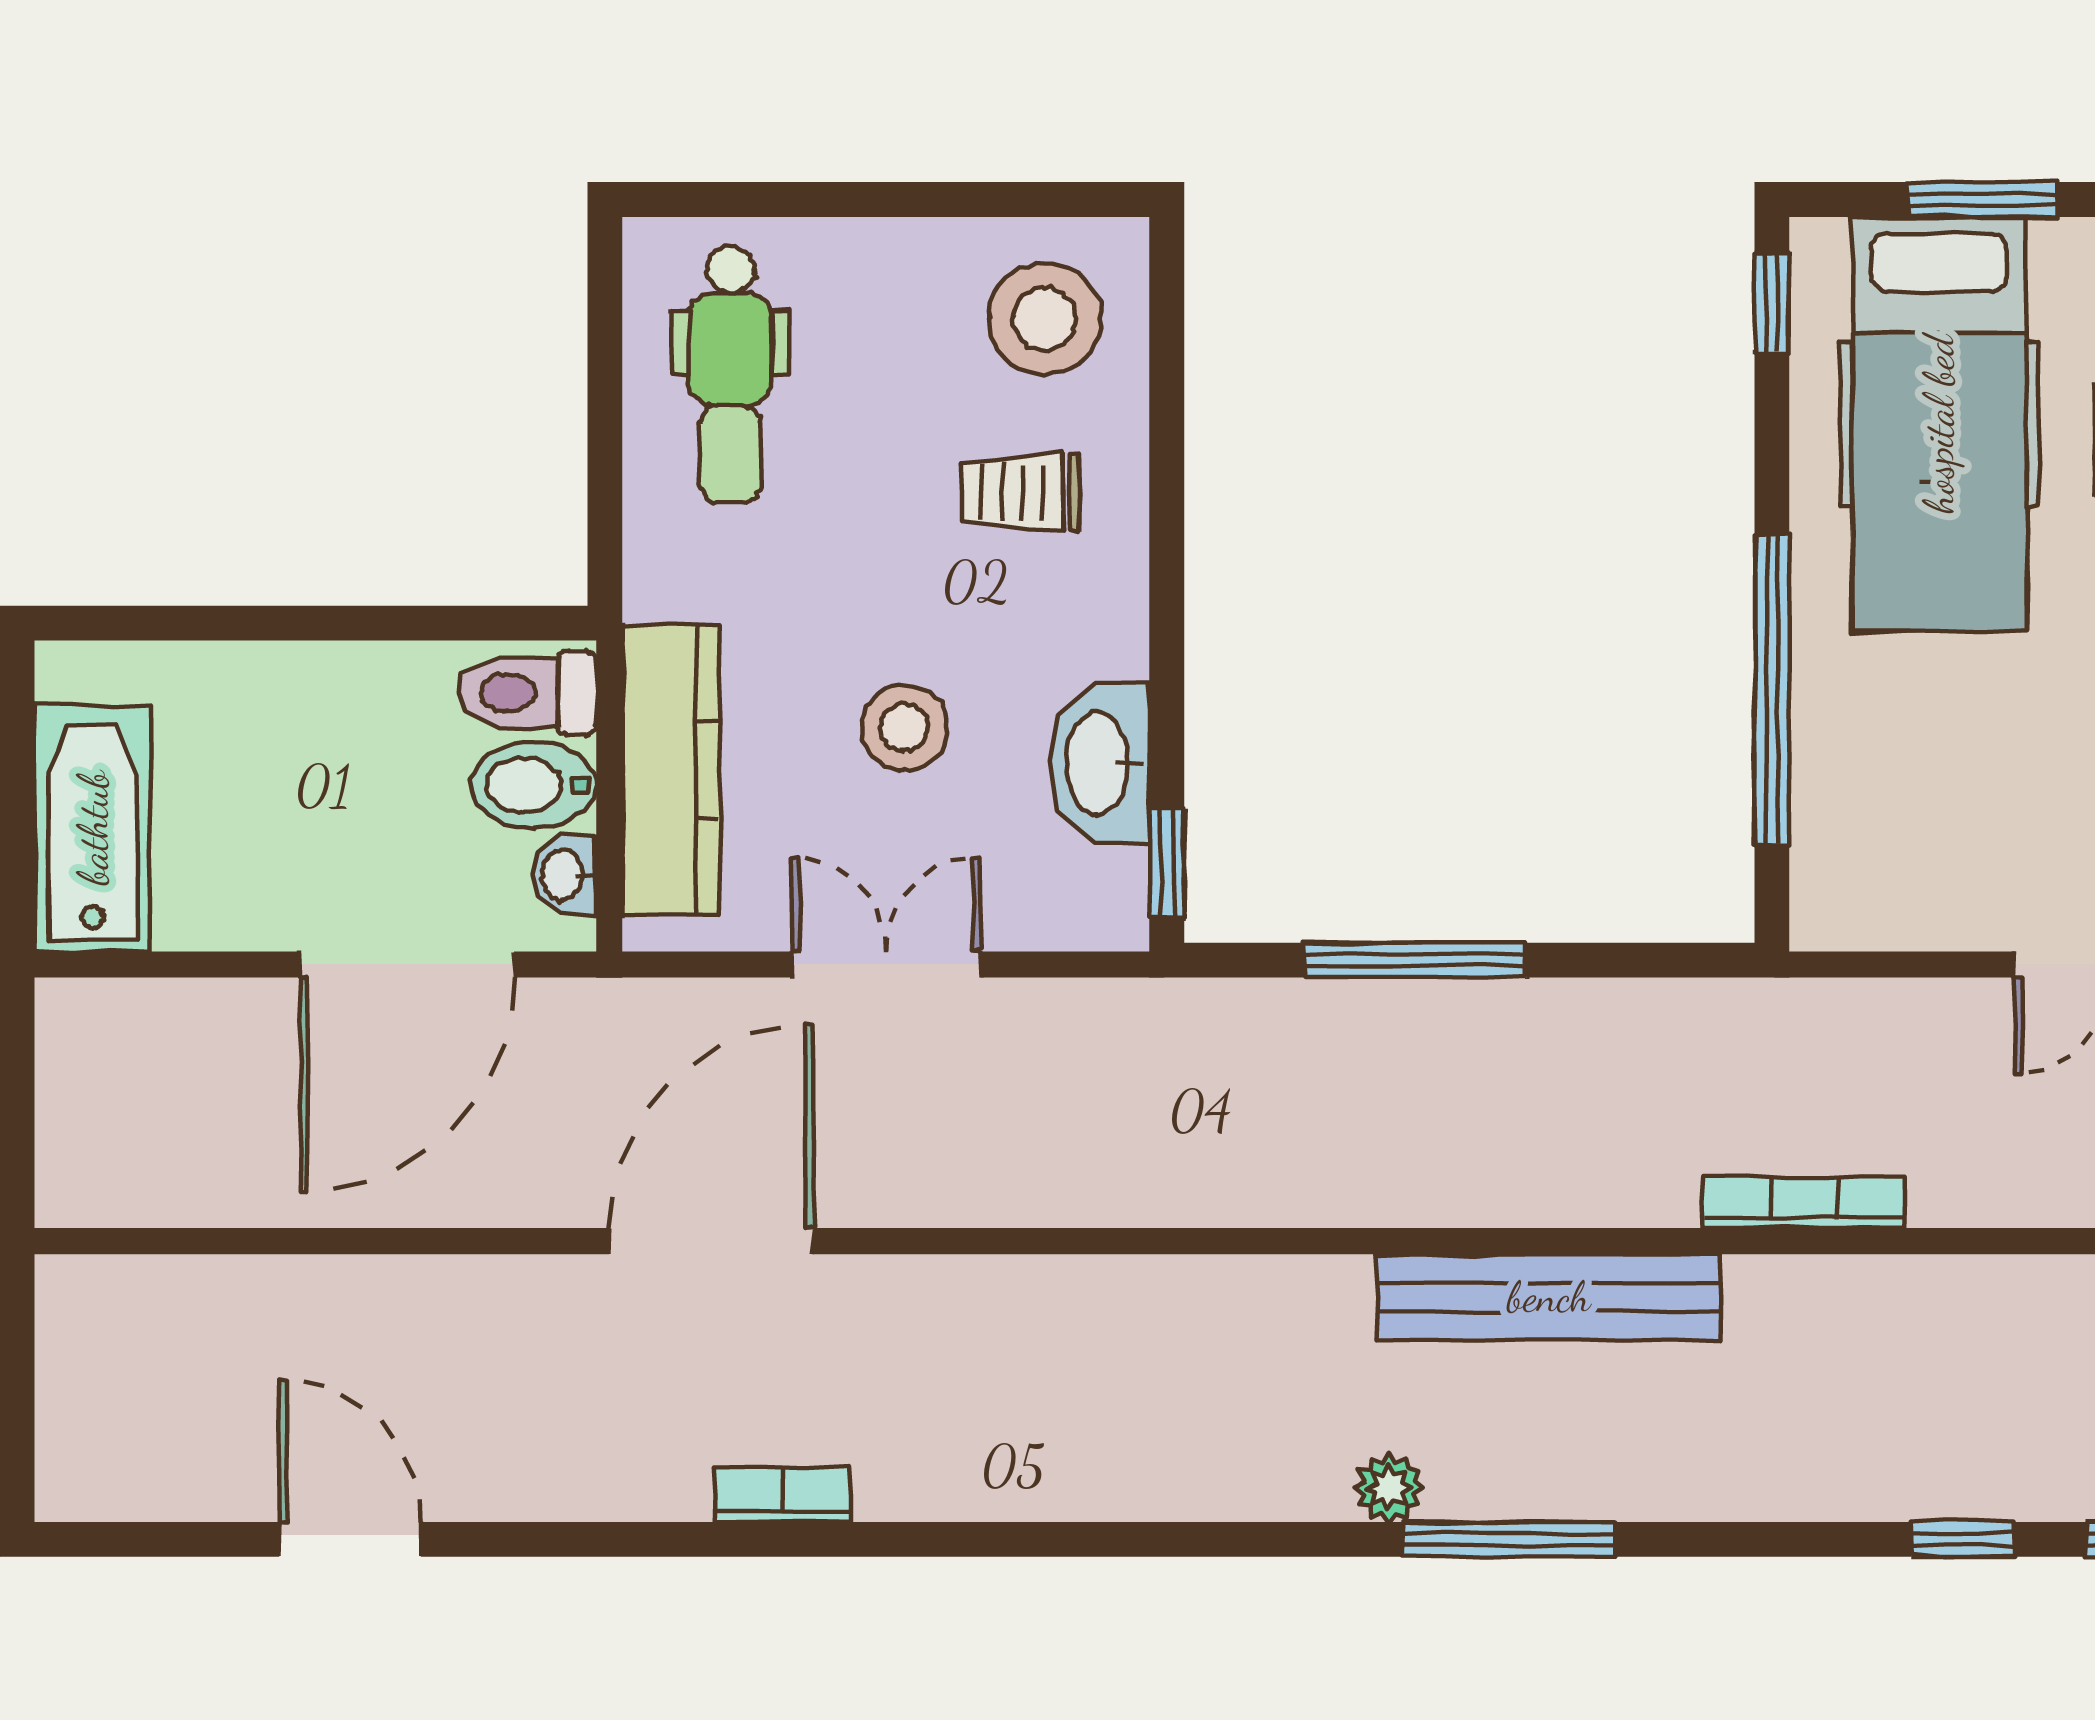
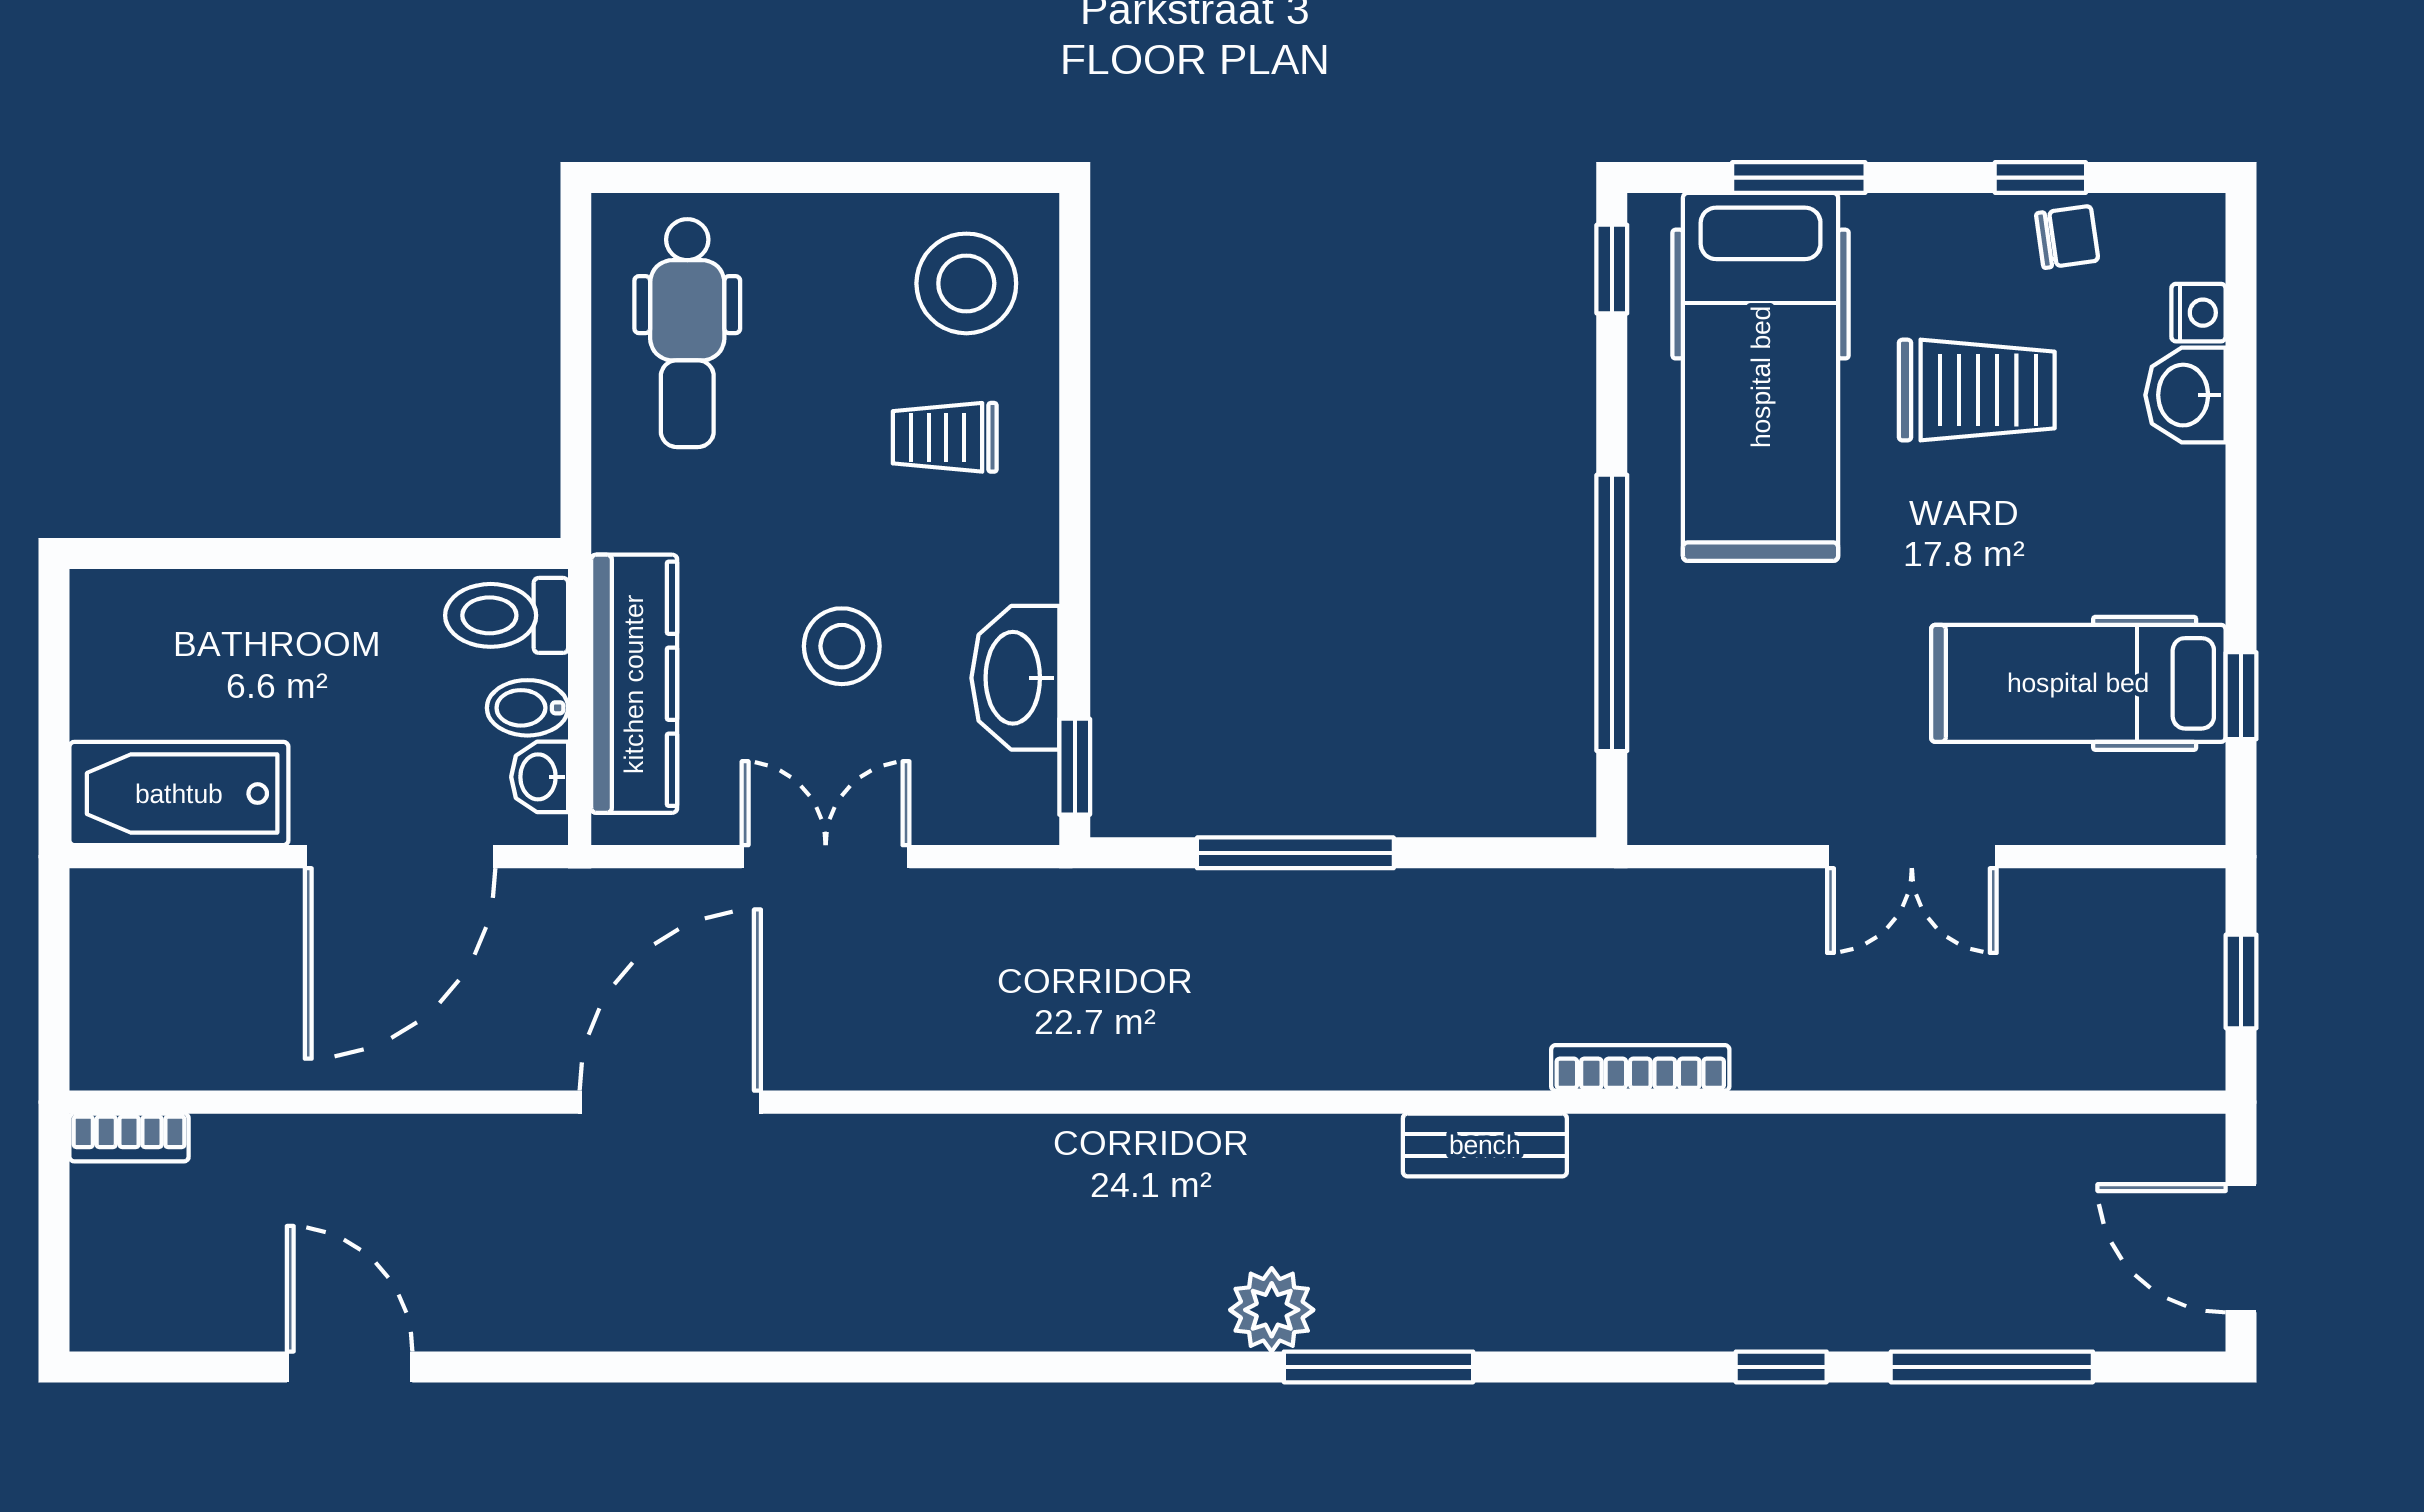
bidet: (534, 785) -> (527, 708), width x0.72, depth x0.74
bathtub: (93, 828) -> (179, 794), moved, turned -90
bench: (1549, 1297) -> (1485, 1145), width x0.54, depth x0.82
plant: (1389, 1488) -> (1272, 1310), width x1.38, depth x1.38
bookcase: (782, 1495) -> (129, 1138), moved, turned 180

